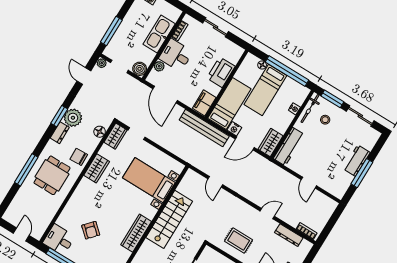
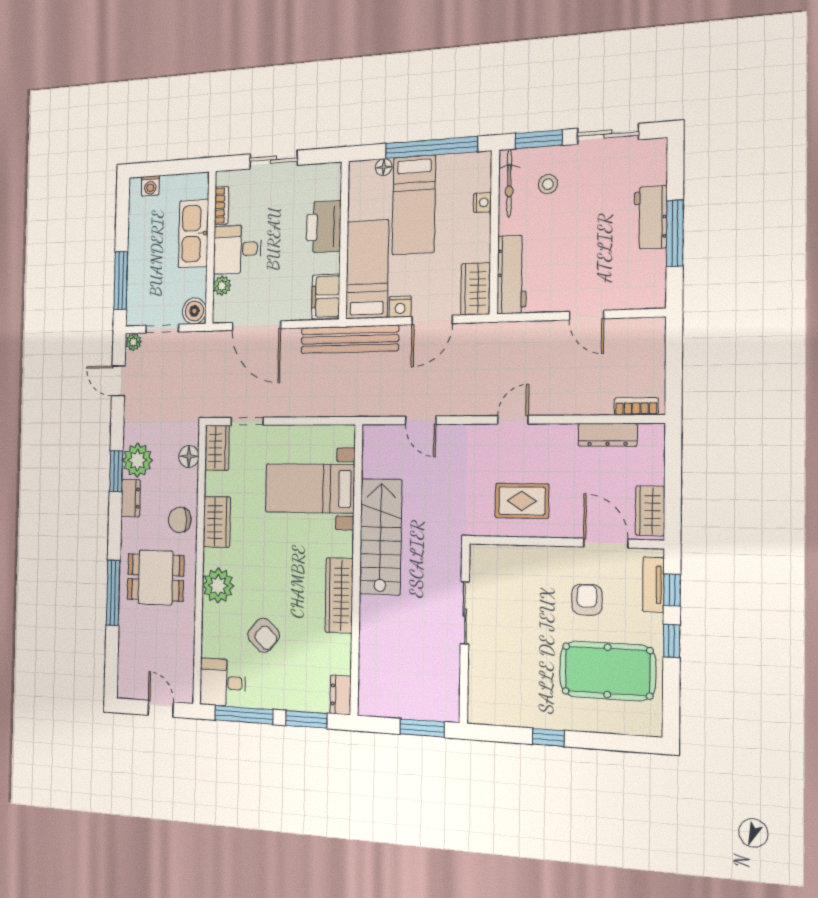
dining table: (52, 175) -> (156, 577), turned 90
plant: (81, 197) -> (218, 586), added
door: (267, 214) -> (513, 420), moved

